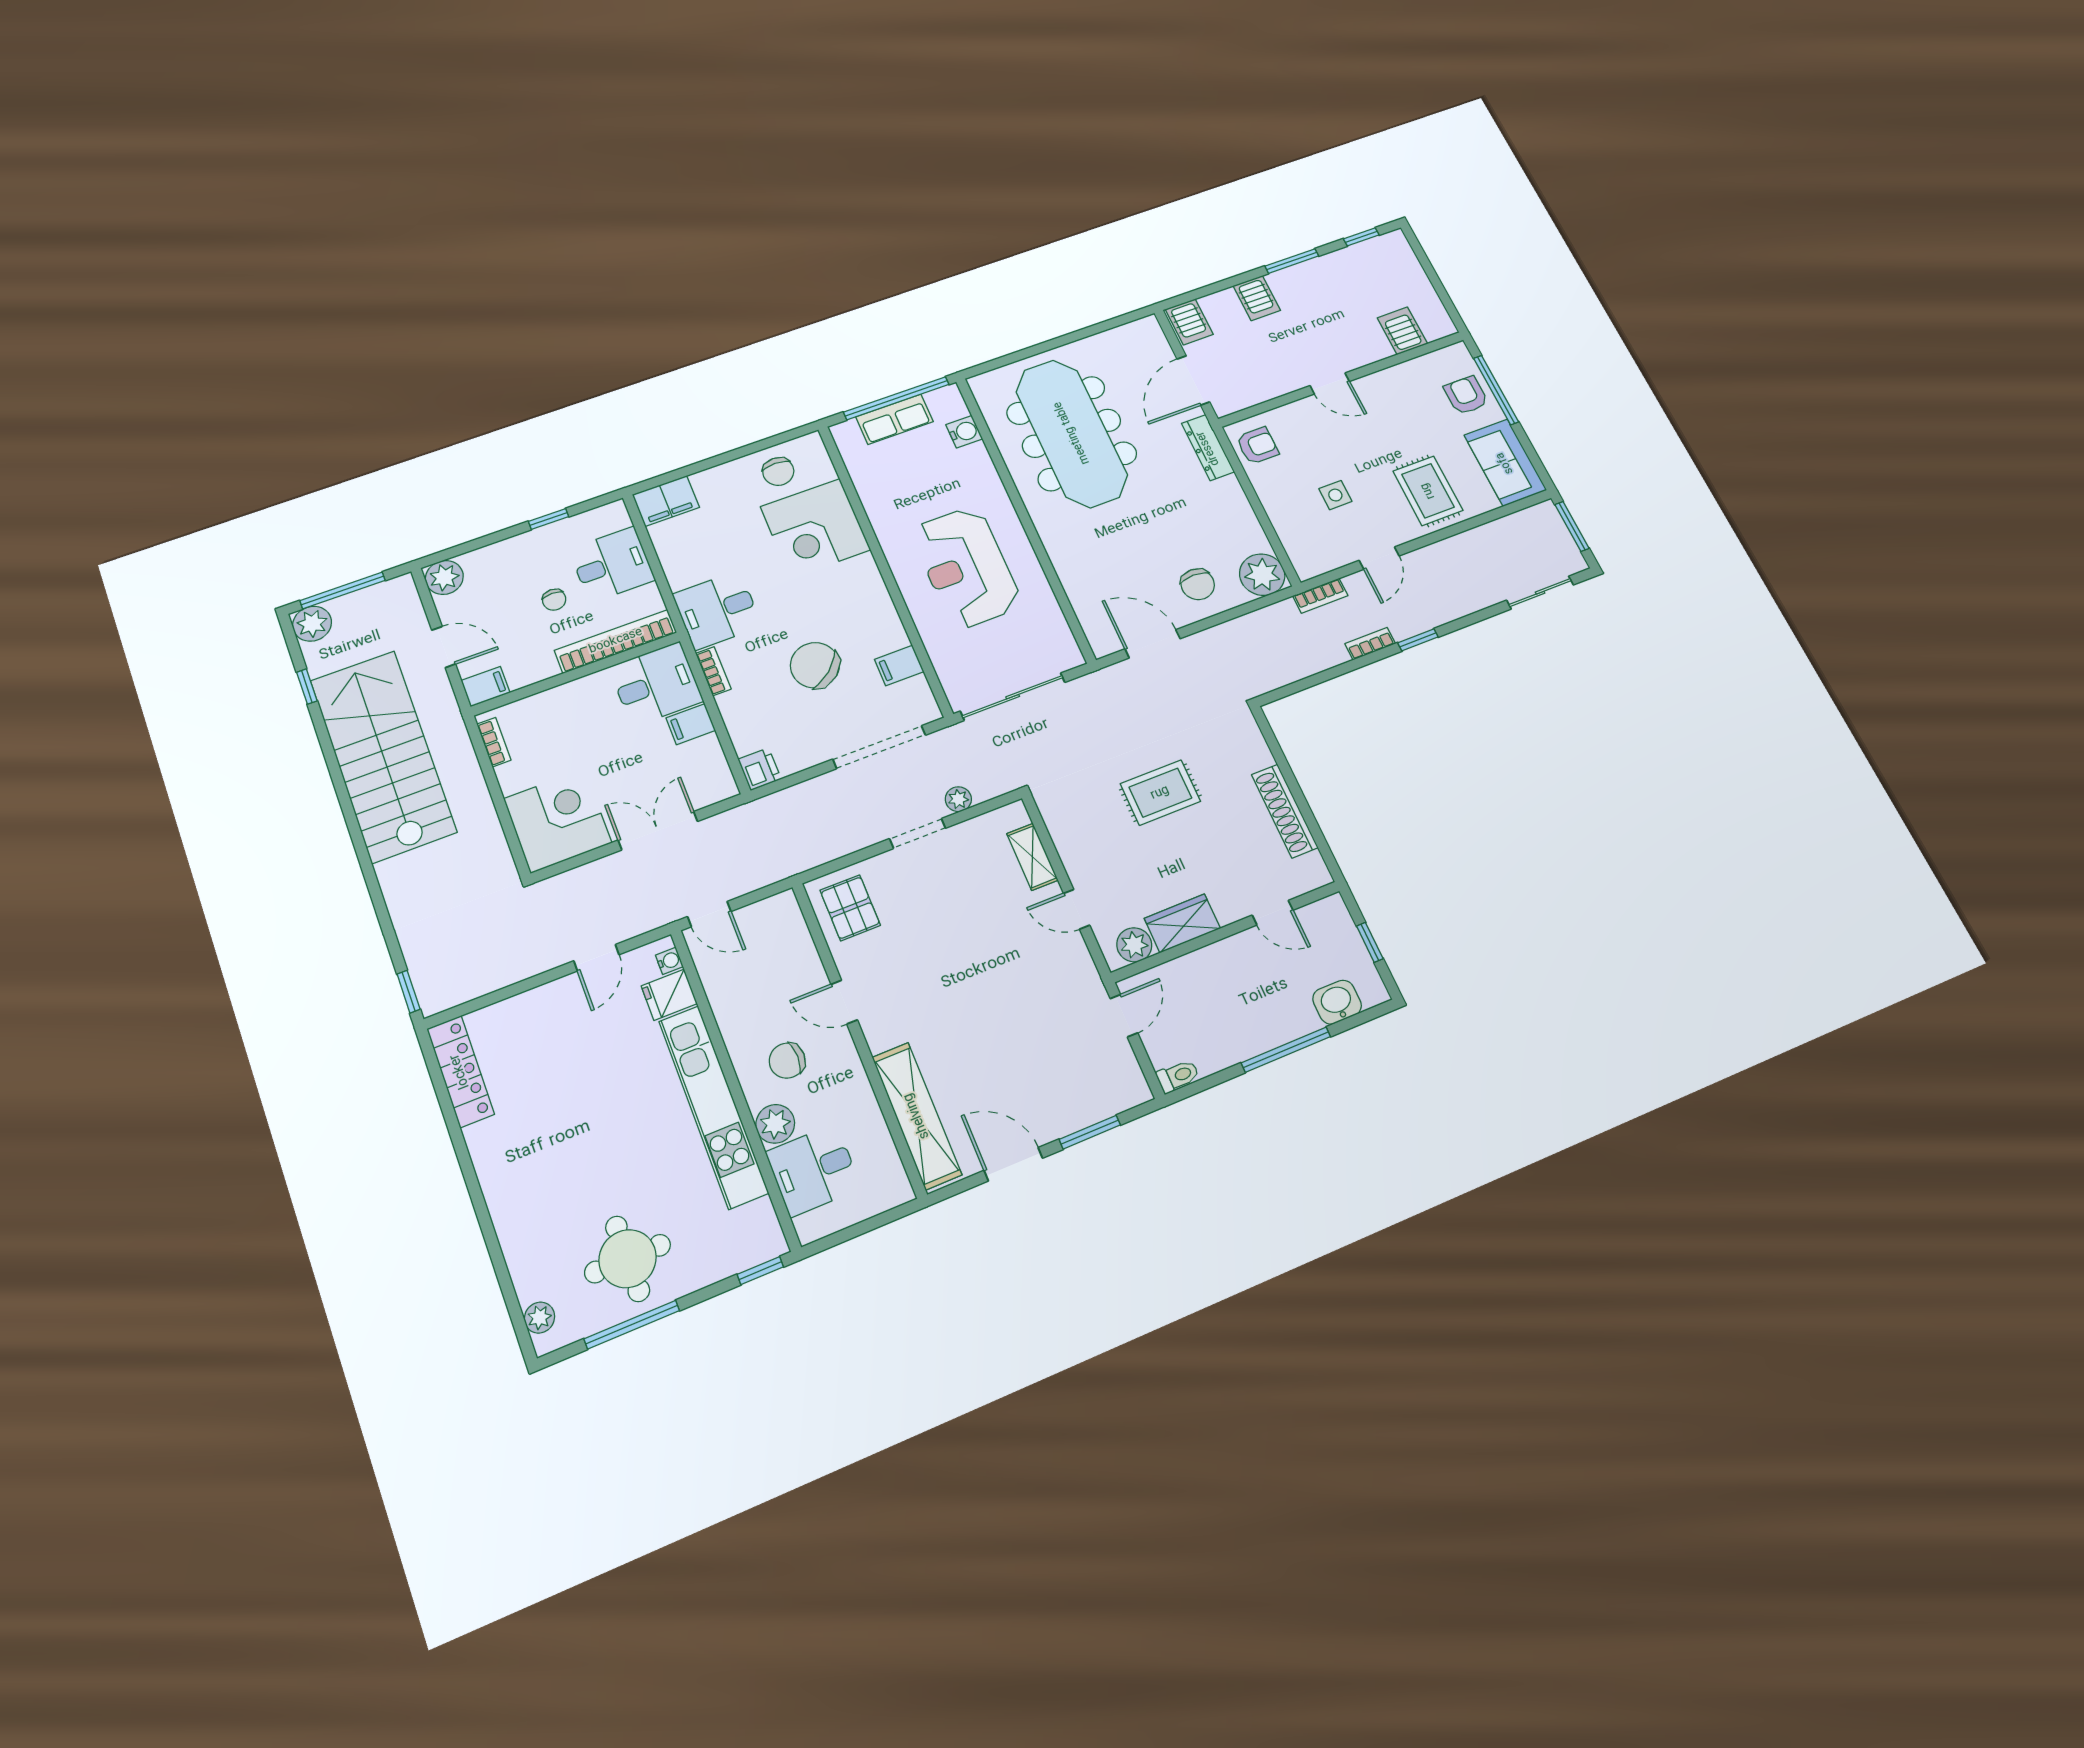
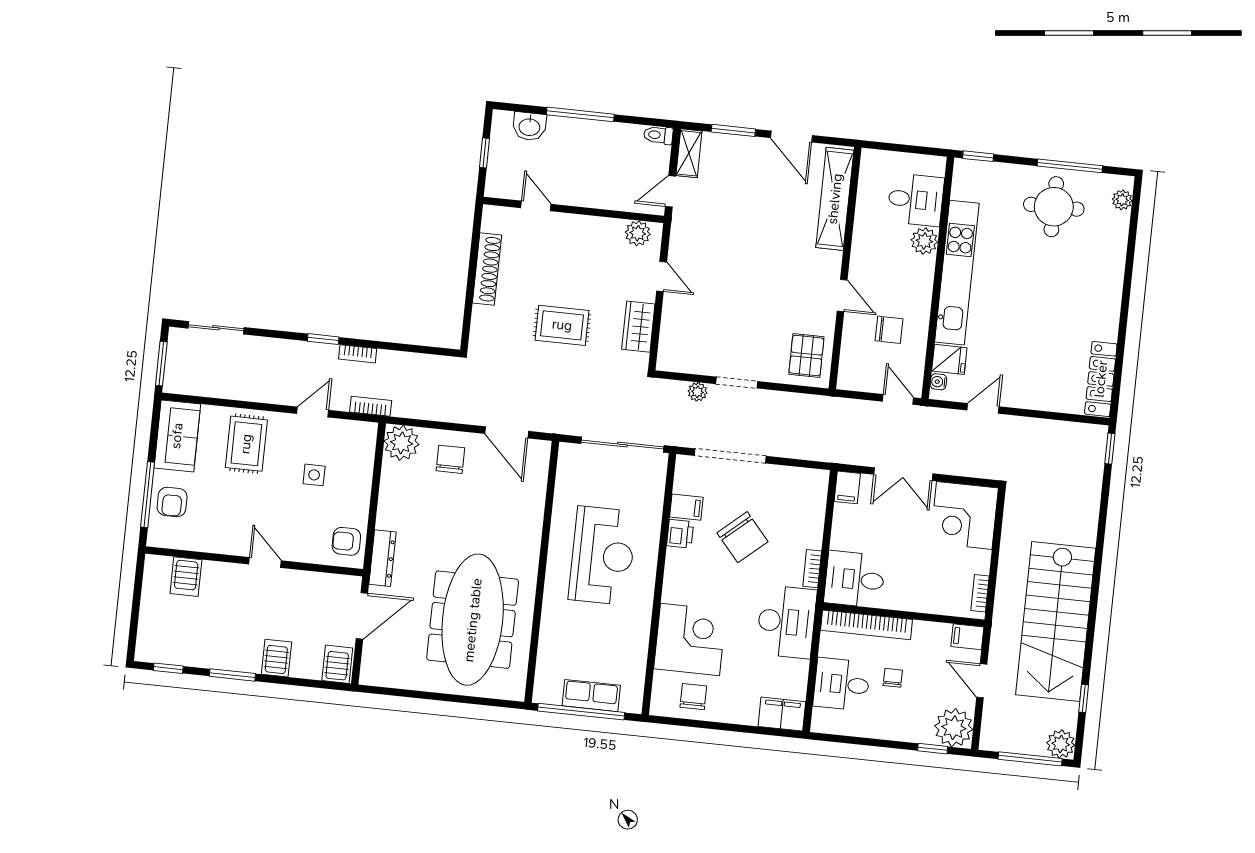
water cooler: (964, 432) -> (547, 660), removed
window: (548, 519) -> (933, 749), moved
plant: (444, 577) -> (954, 728), width x1.36, depth x1.36
desk: (717, 610) -> (786, 622), width x1.37
filing cabinet: (691, 724) -> (847, 487), moved, turned 90
printer: (760, 769) -> (680, 534), moved, turned 180
shelving: (1032, 857) -> (689, 153), moved
wardrobe: (1182, 923) -> (638, 327), moved, turned 90
chair: (787, 1061) -> (889, 330), moved

